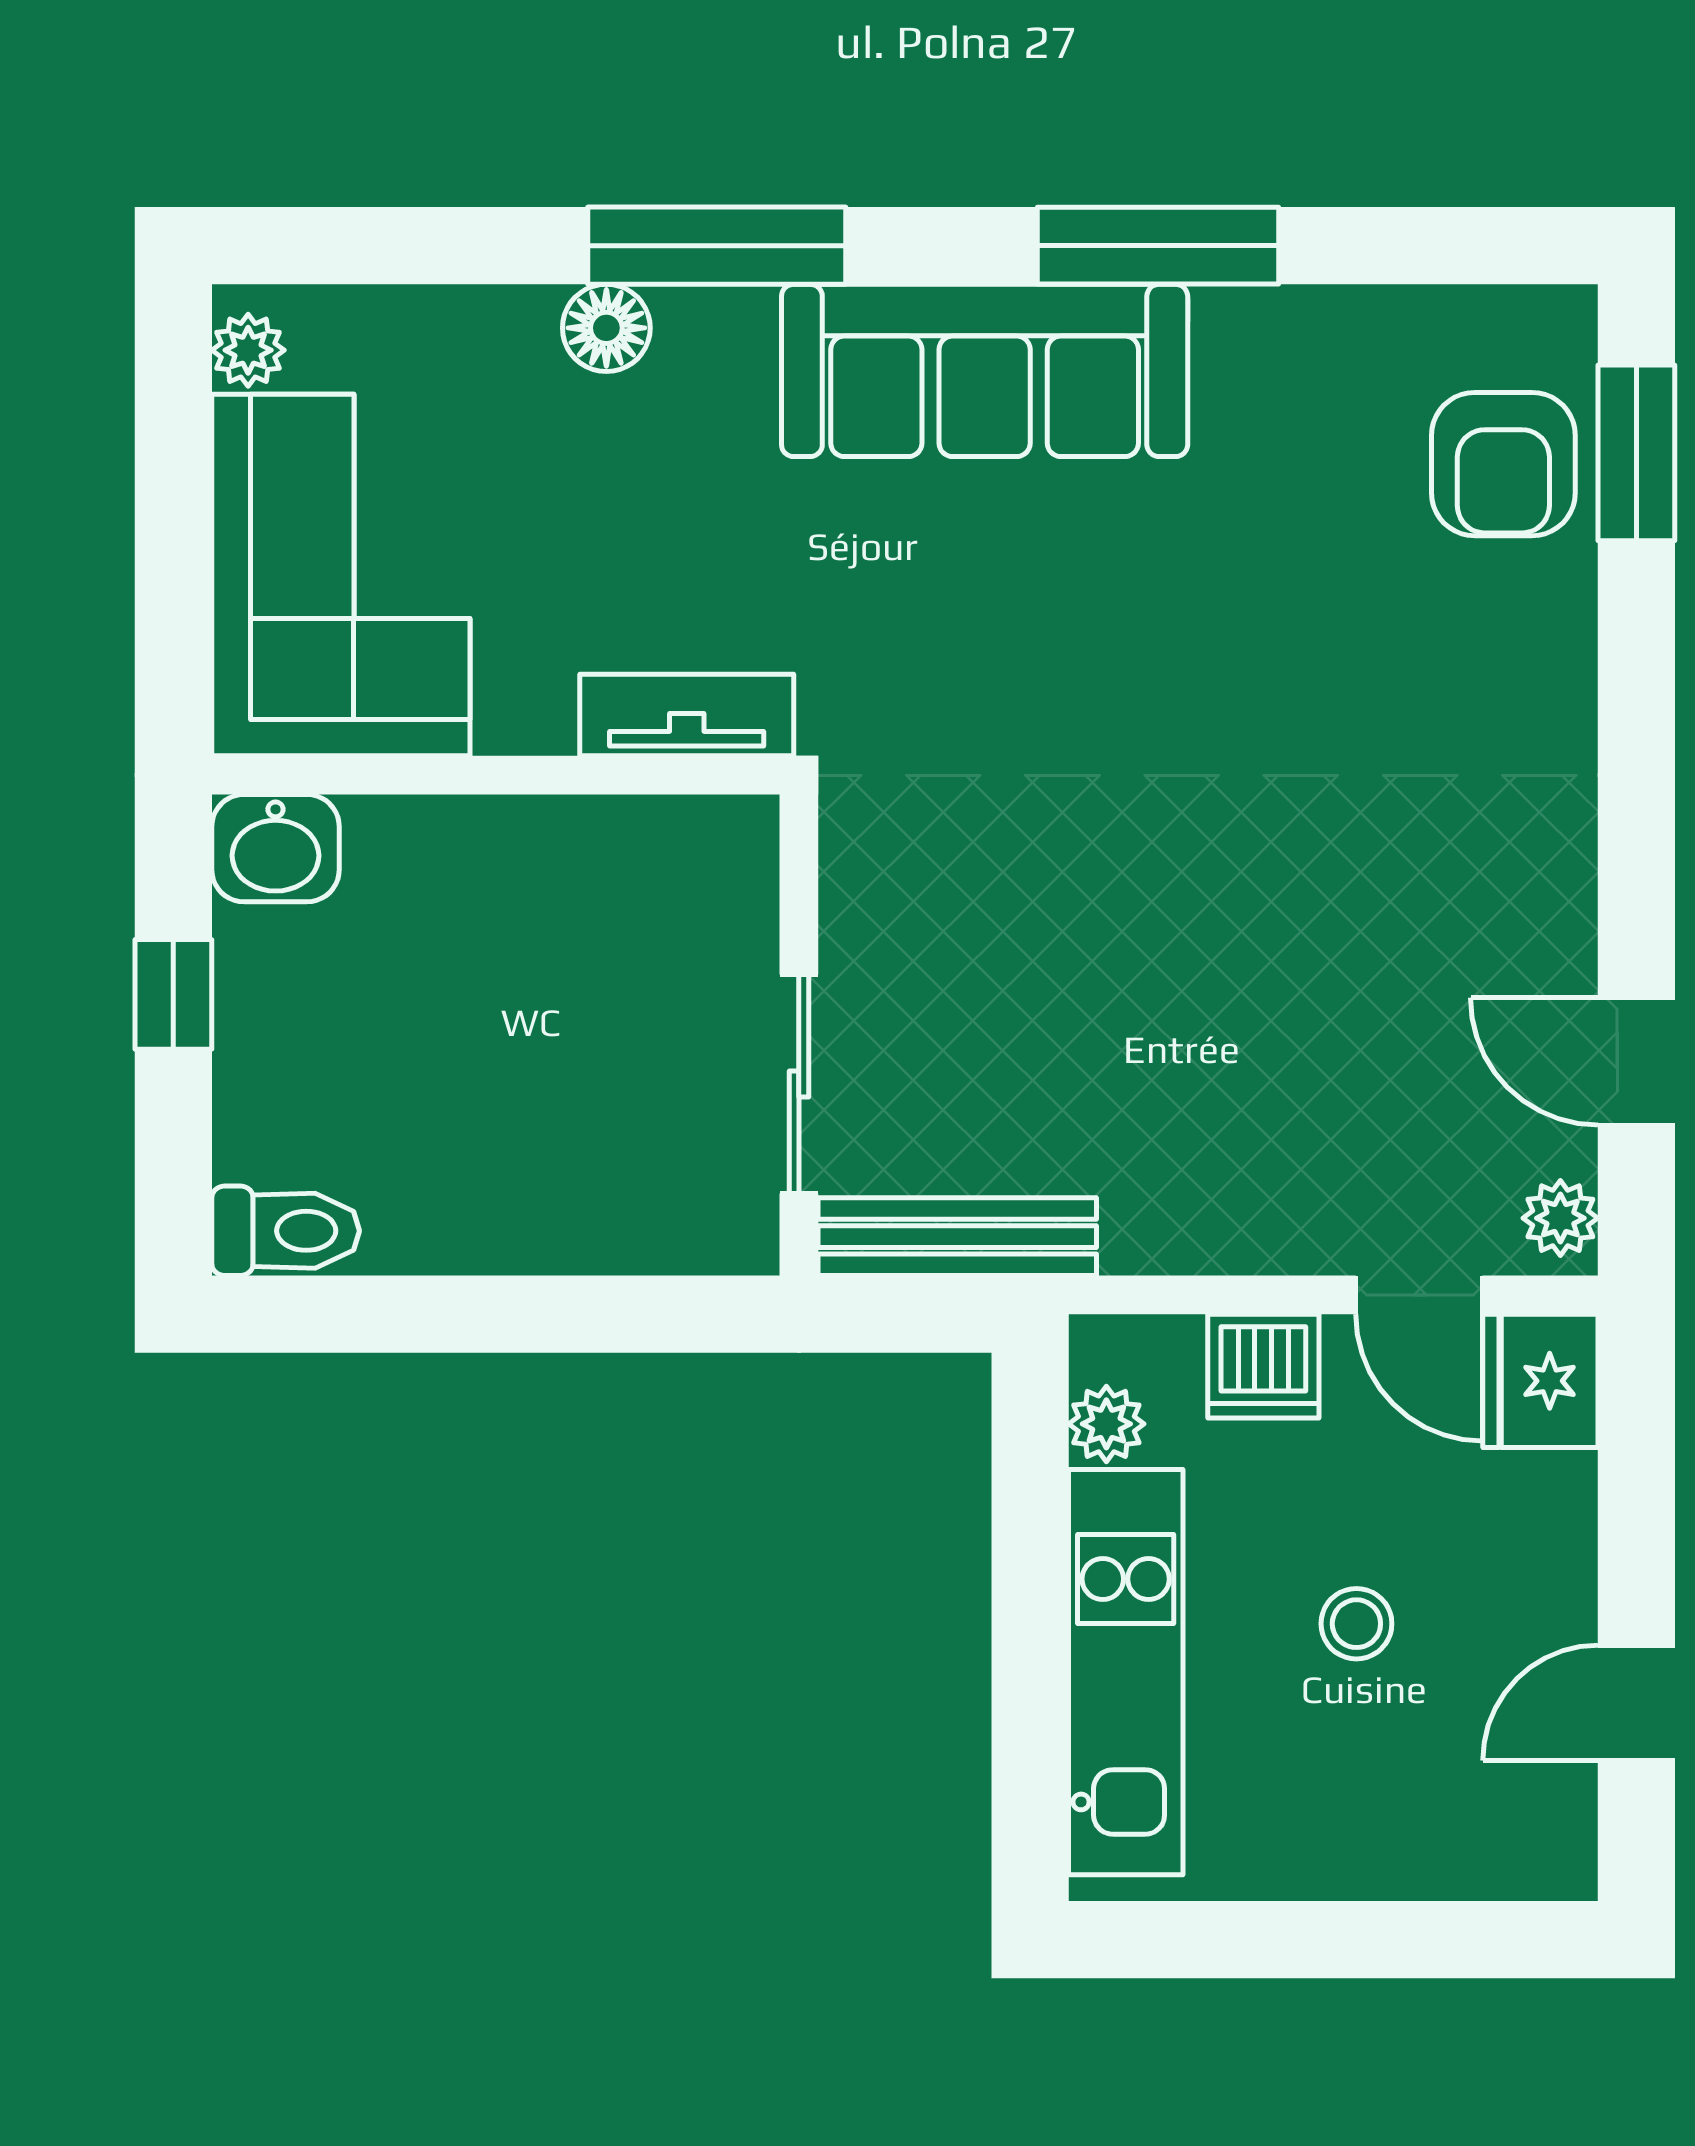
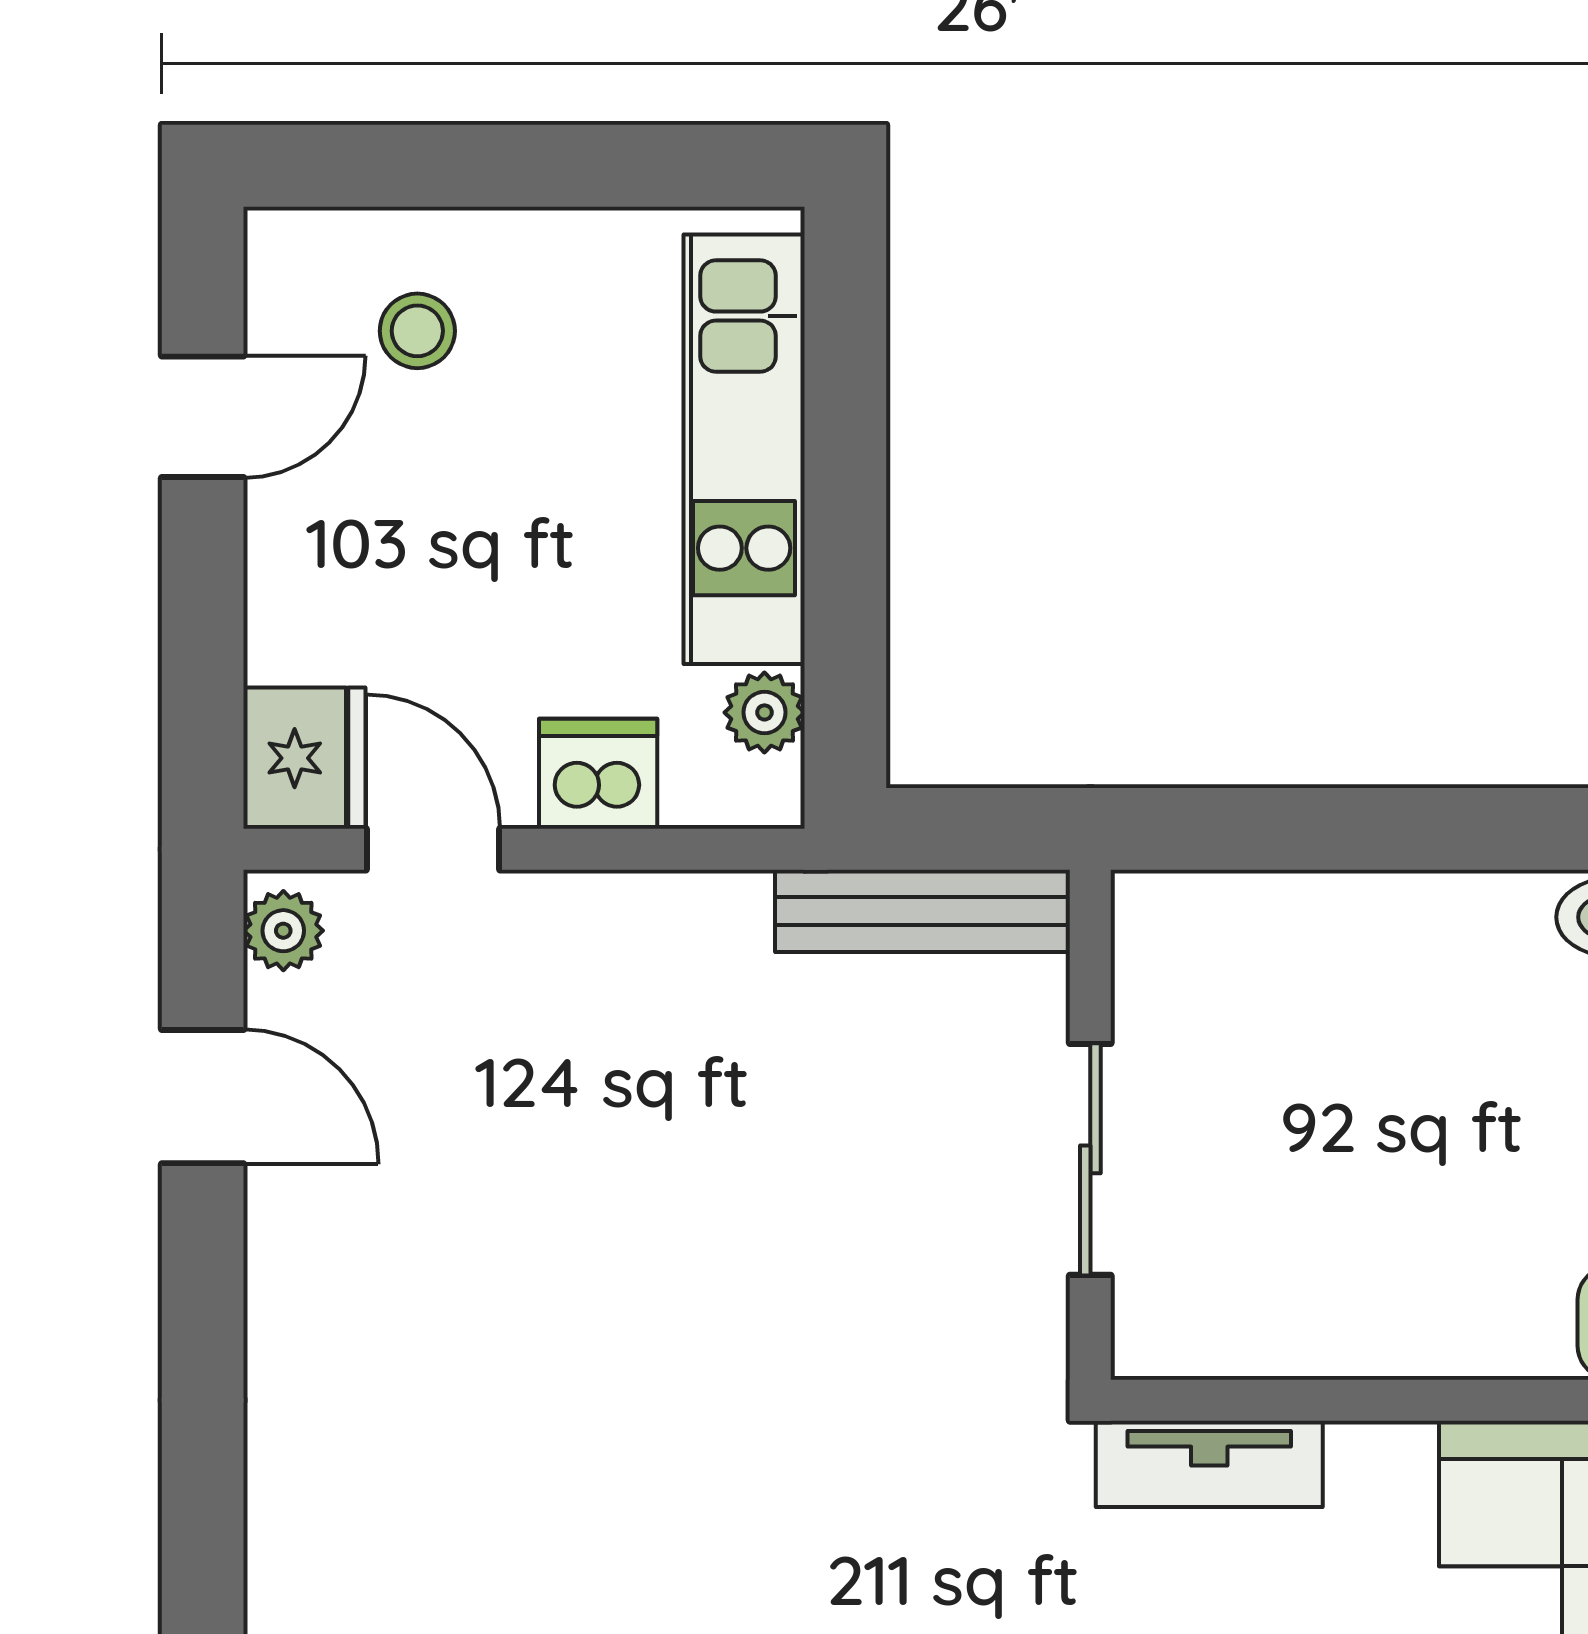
sliding door: (799, 1084) -> (1090, 1159), moved
stool: (1356, 1624) -> (417, 331), moved

